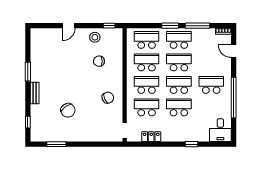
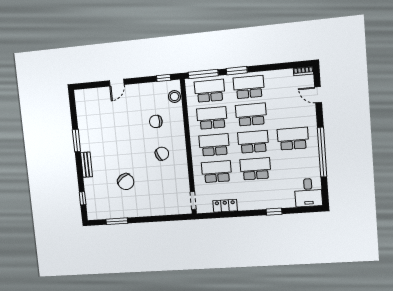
window: (197, 26) -> (203, 74), moved
stool: (95, 37) -> (174, 97), moved
chair: (108, 98) -> (162, 154), moved

